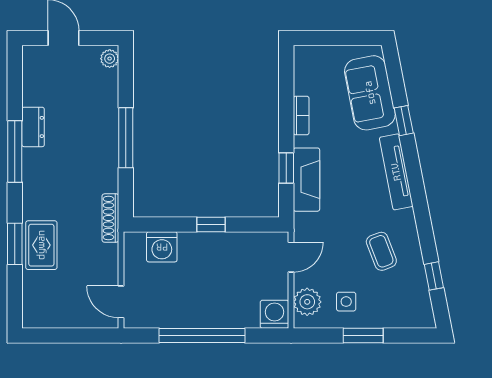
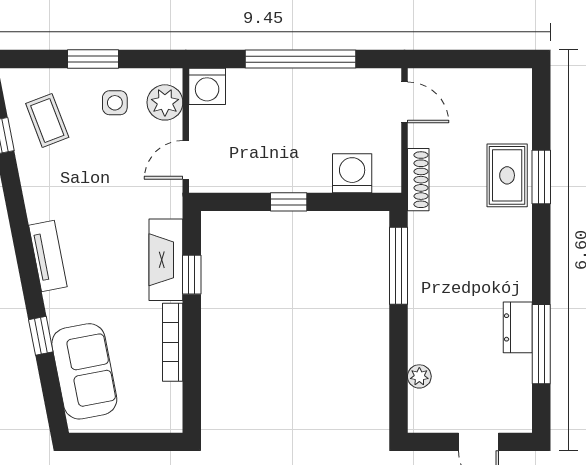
plant: (110, 59) -> (419, 376), moved
bookcase: (301, 116) -> (173, 342), width x1.56
window: (126, 138) -> (398, 266), moved
window: (15, 152) -> (541, 344), moved
tv unit: (396, 172) -> (48, 256), width x0.71
shoe rack: (110, 218) -> (418, 180), moved
coffee table: (381, 251) -> (47, 120), moved

